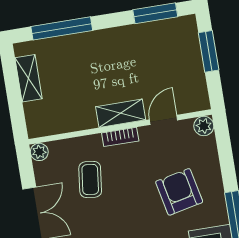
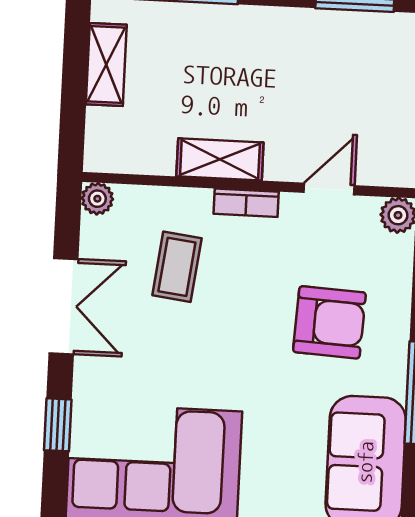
shelving: (121, 113) -> (220, 159), moved
armchair: (179, 192) -> (329, 322), turned 105

